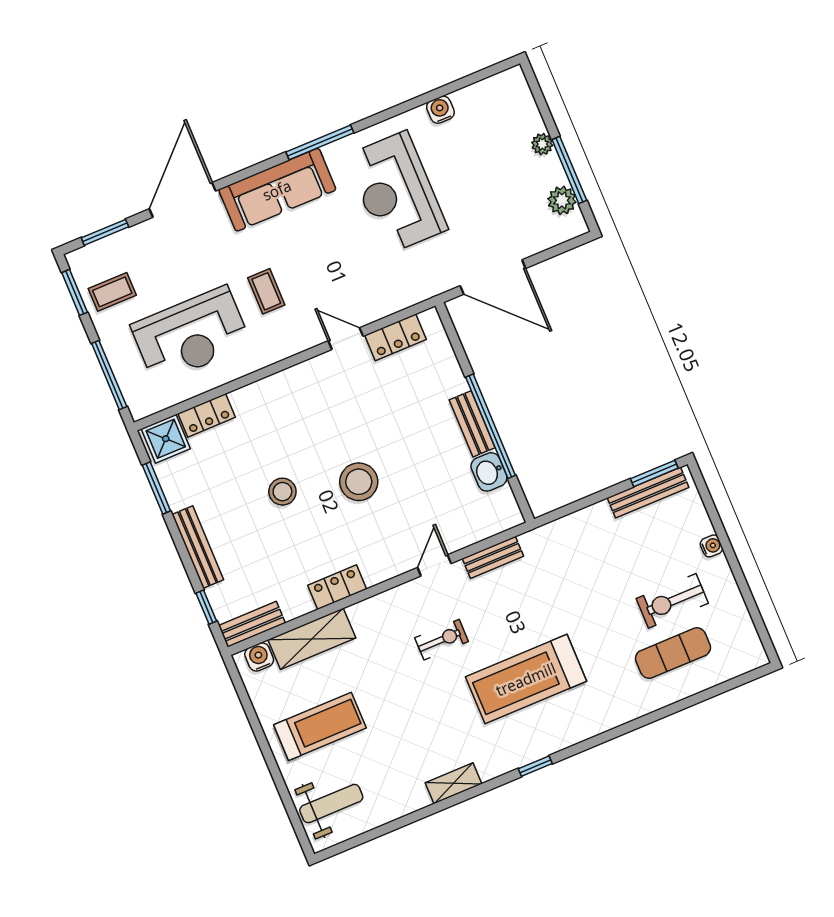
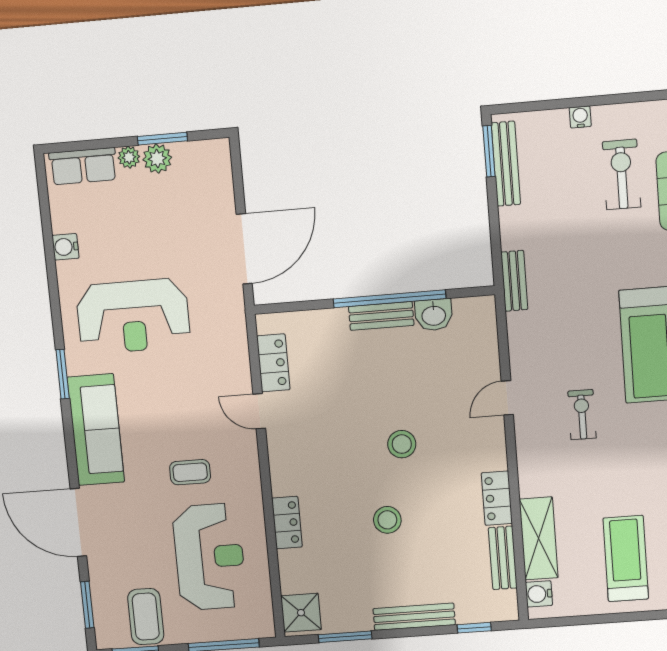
row of seats: (520, 104) -> (83, 166), added
window: (320, 142) -> (63, 374), width x0.69
window: (569, 170) -> (162, 139), width x0.69
plant: (562, 200) -> (157, 159), moved
coffee table: (112, 292) -> (146, 617), width x1.36, depth x1.30
door: (346, 339) -> (259, 411), hinge flipped
locker: (207, 415) -> (287, 523), moved
stool: (359, 482) -> (402, 444), width x0.73, depth x0.73
bench: (493, 557) -> (514, 281), moved
door: (434, 565) -> (507, 398), hinge flipped
exercise bike: (672, 601) -> (622, 174), turned 180
bench: (252, 624) -> (503, 558), moved

